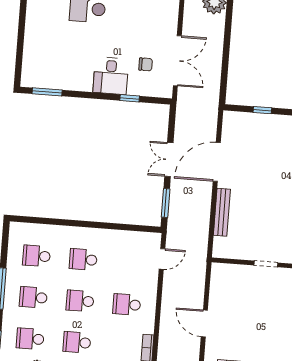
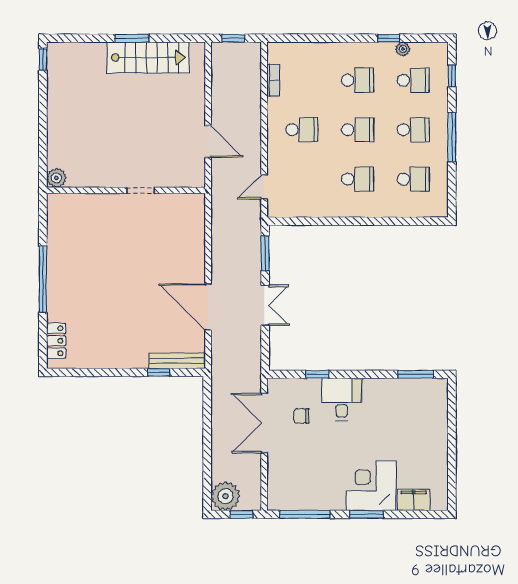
door: (217, 162) -> (208, 307), swing flipped
bench: (222, 212) -> (177, 361), moved, turned 90
door: (204, 324) -> (208, 141), moved

